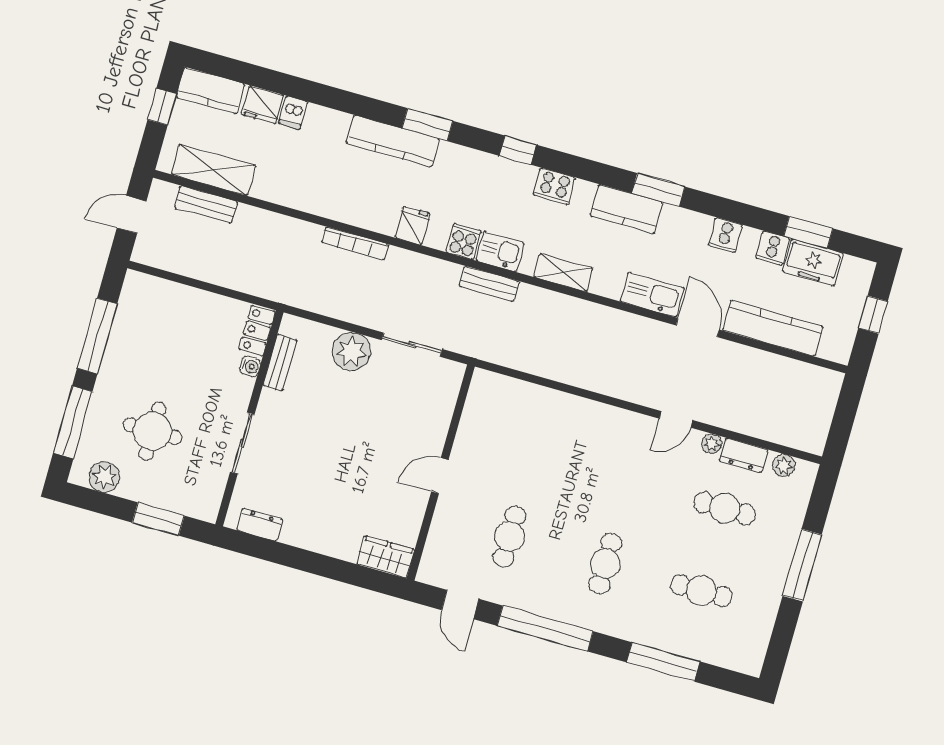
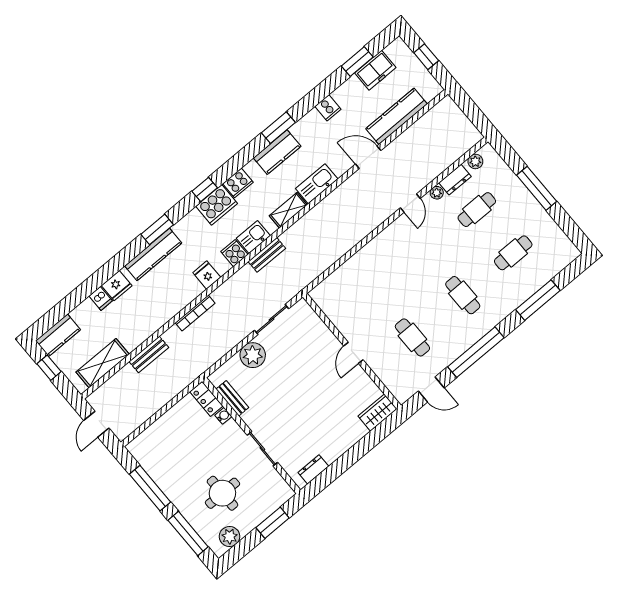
fridge: (263, 105) -> (117, 286), moved
bench: (206, 204) -> (149, 354), moved
cooker: (773, 248) -> (217, 205), moved, width x1.87, depth x1.31
kitchen sink: (652, 295) -> (317, 184), moved

